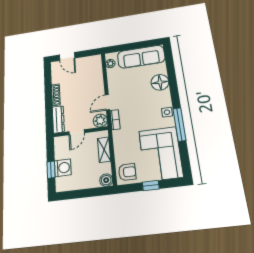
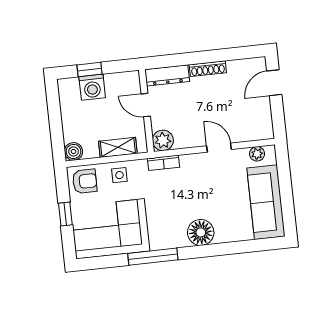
floor lamp: (160, 82) -> (201, 232), moved
door: (107, 102) -> (219, 148), moved
side table: (167, 112) -> (119, 175), moved
armchair: (127, 172) -> (85, 181), turned -90

